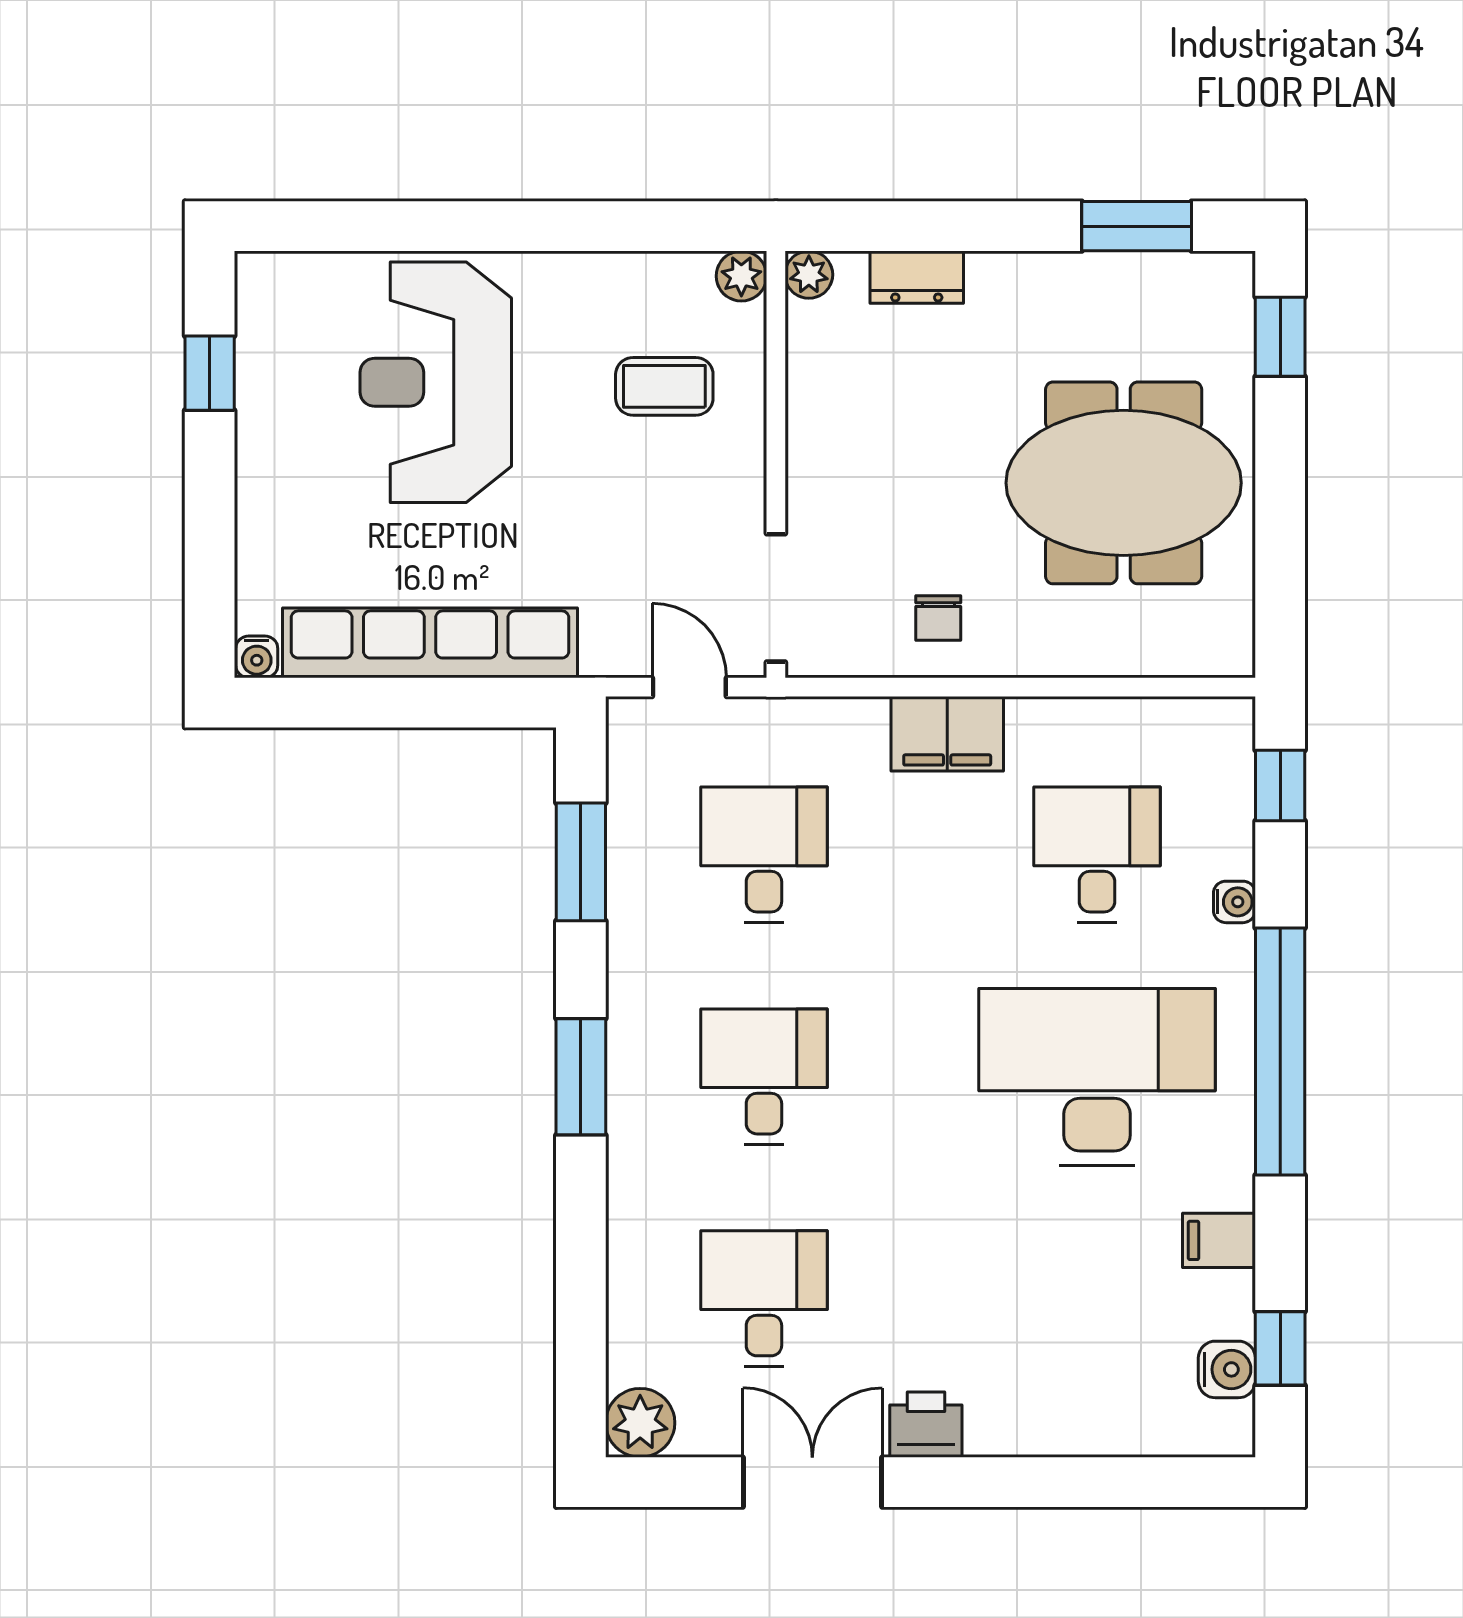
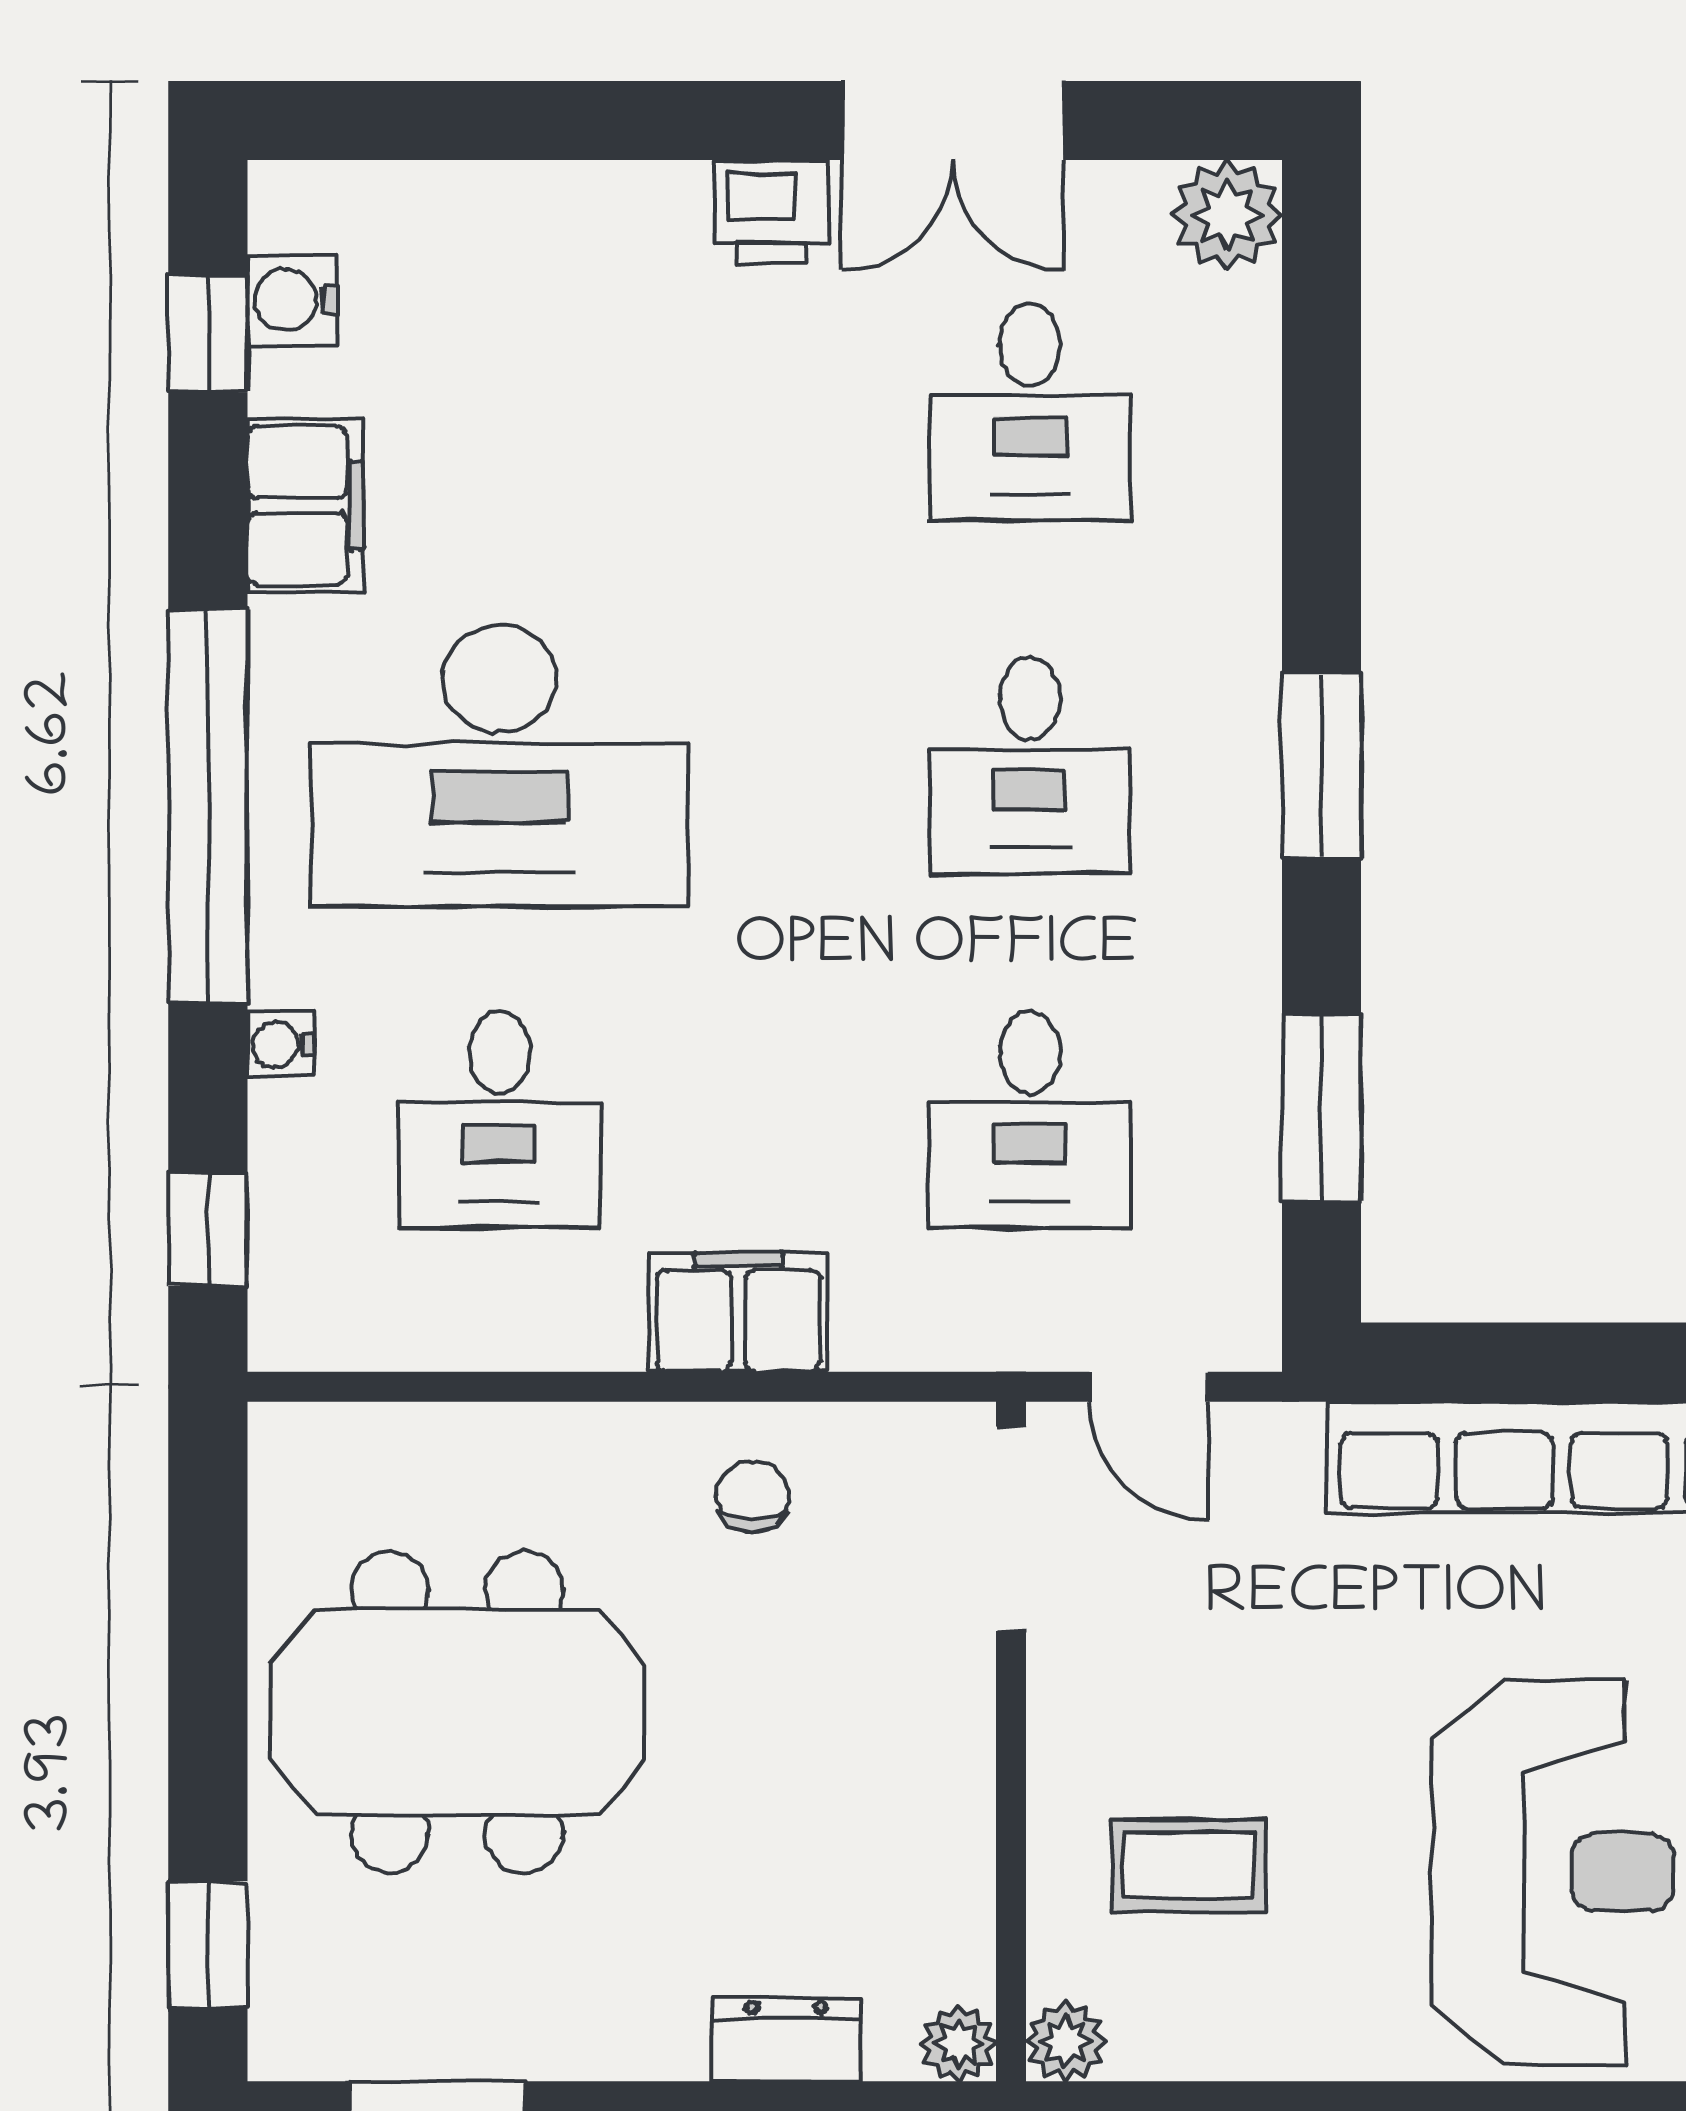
filing cabinet: (1219, 1240) -> (305, 505), width x2.00

